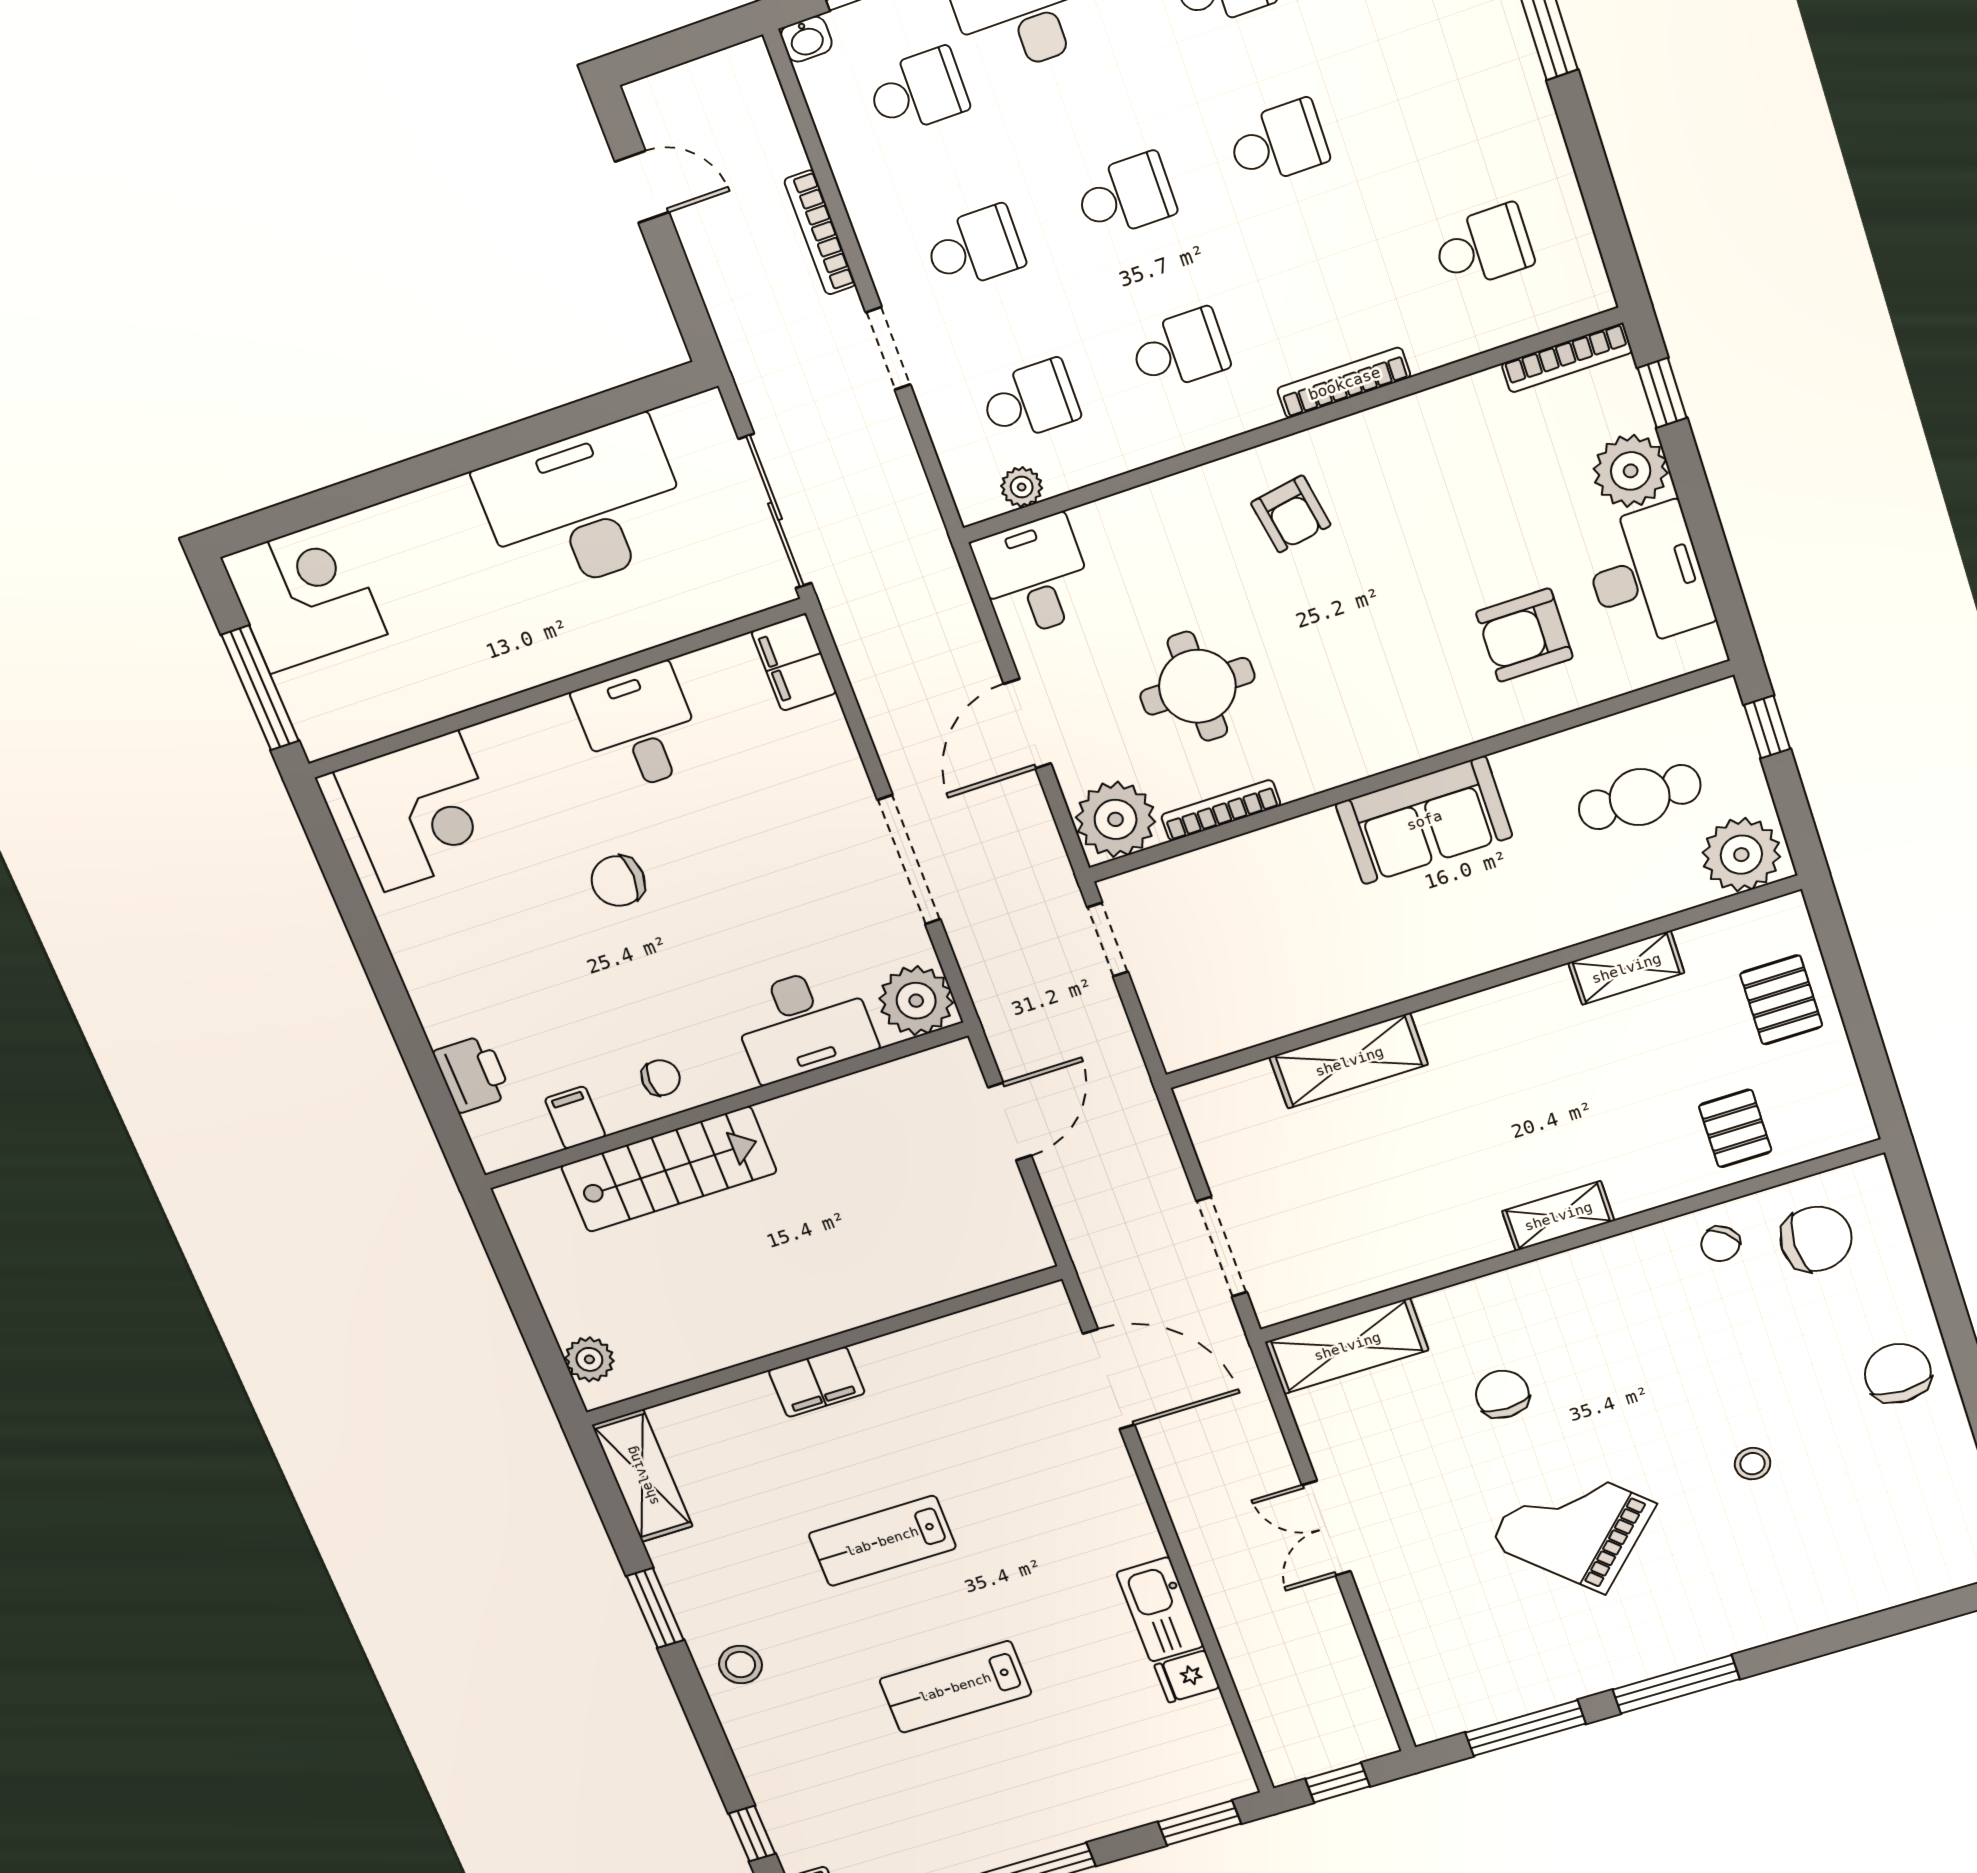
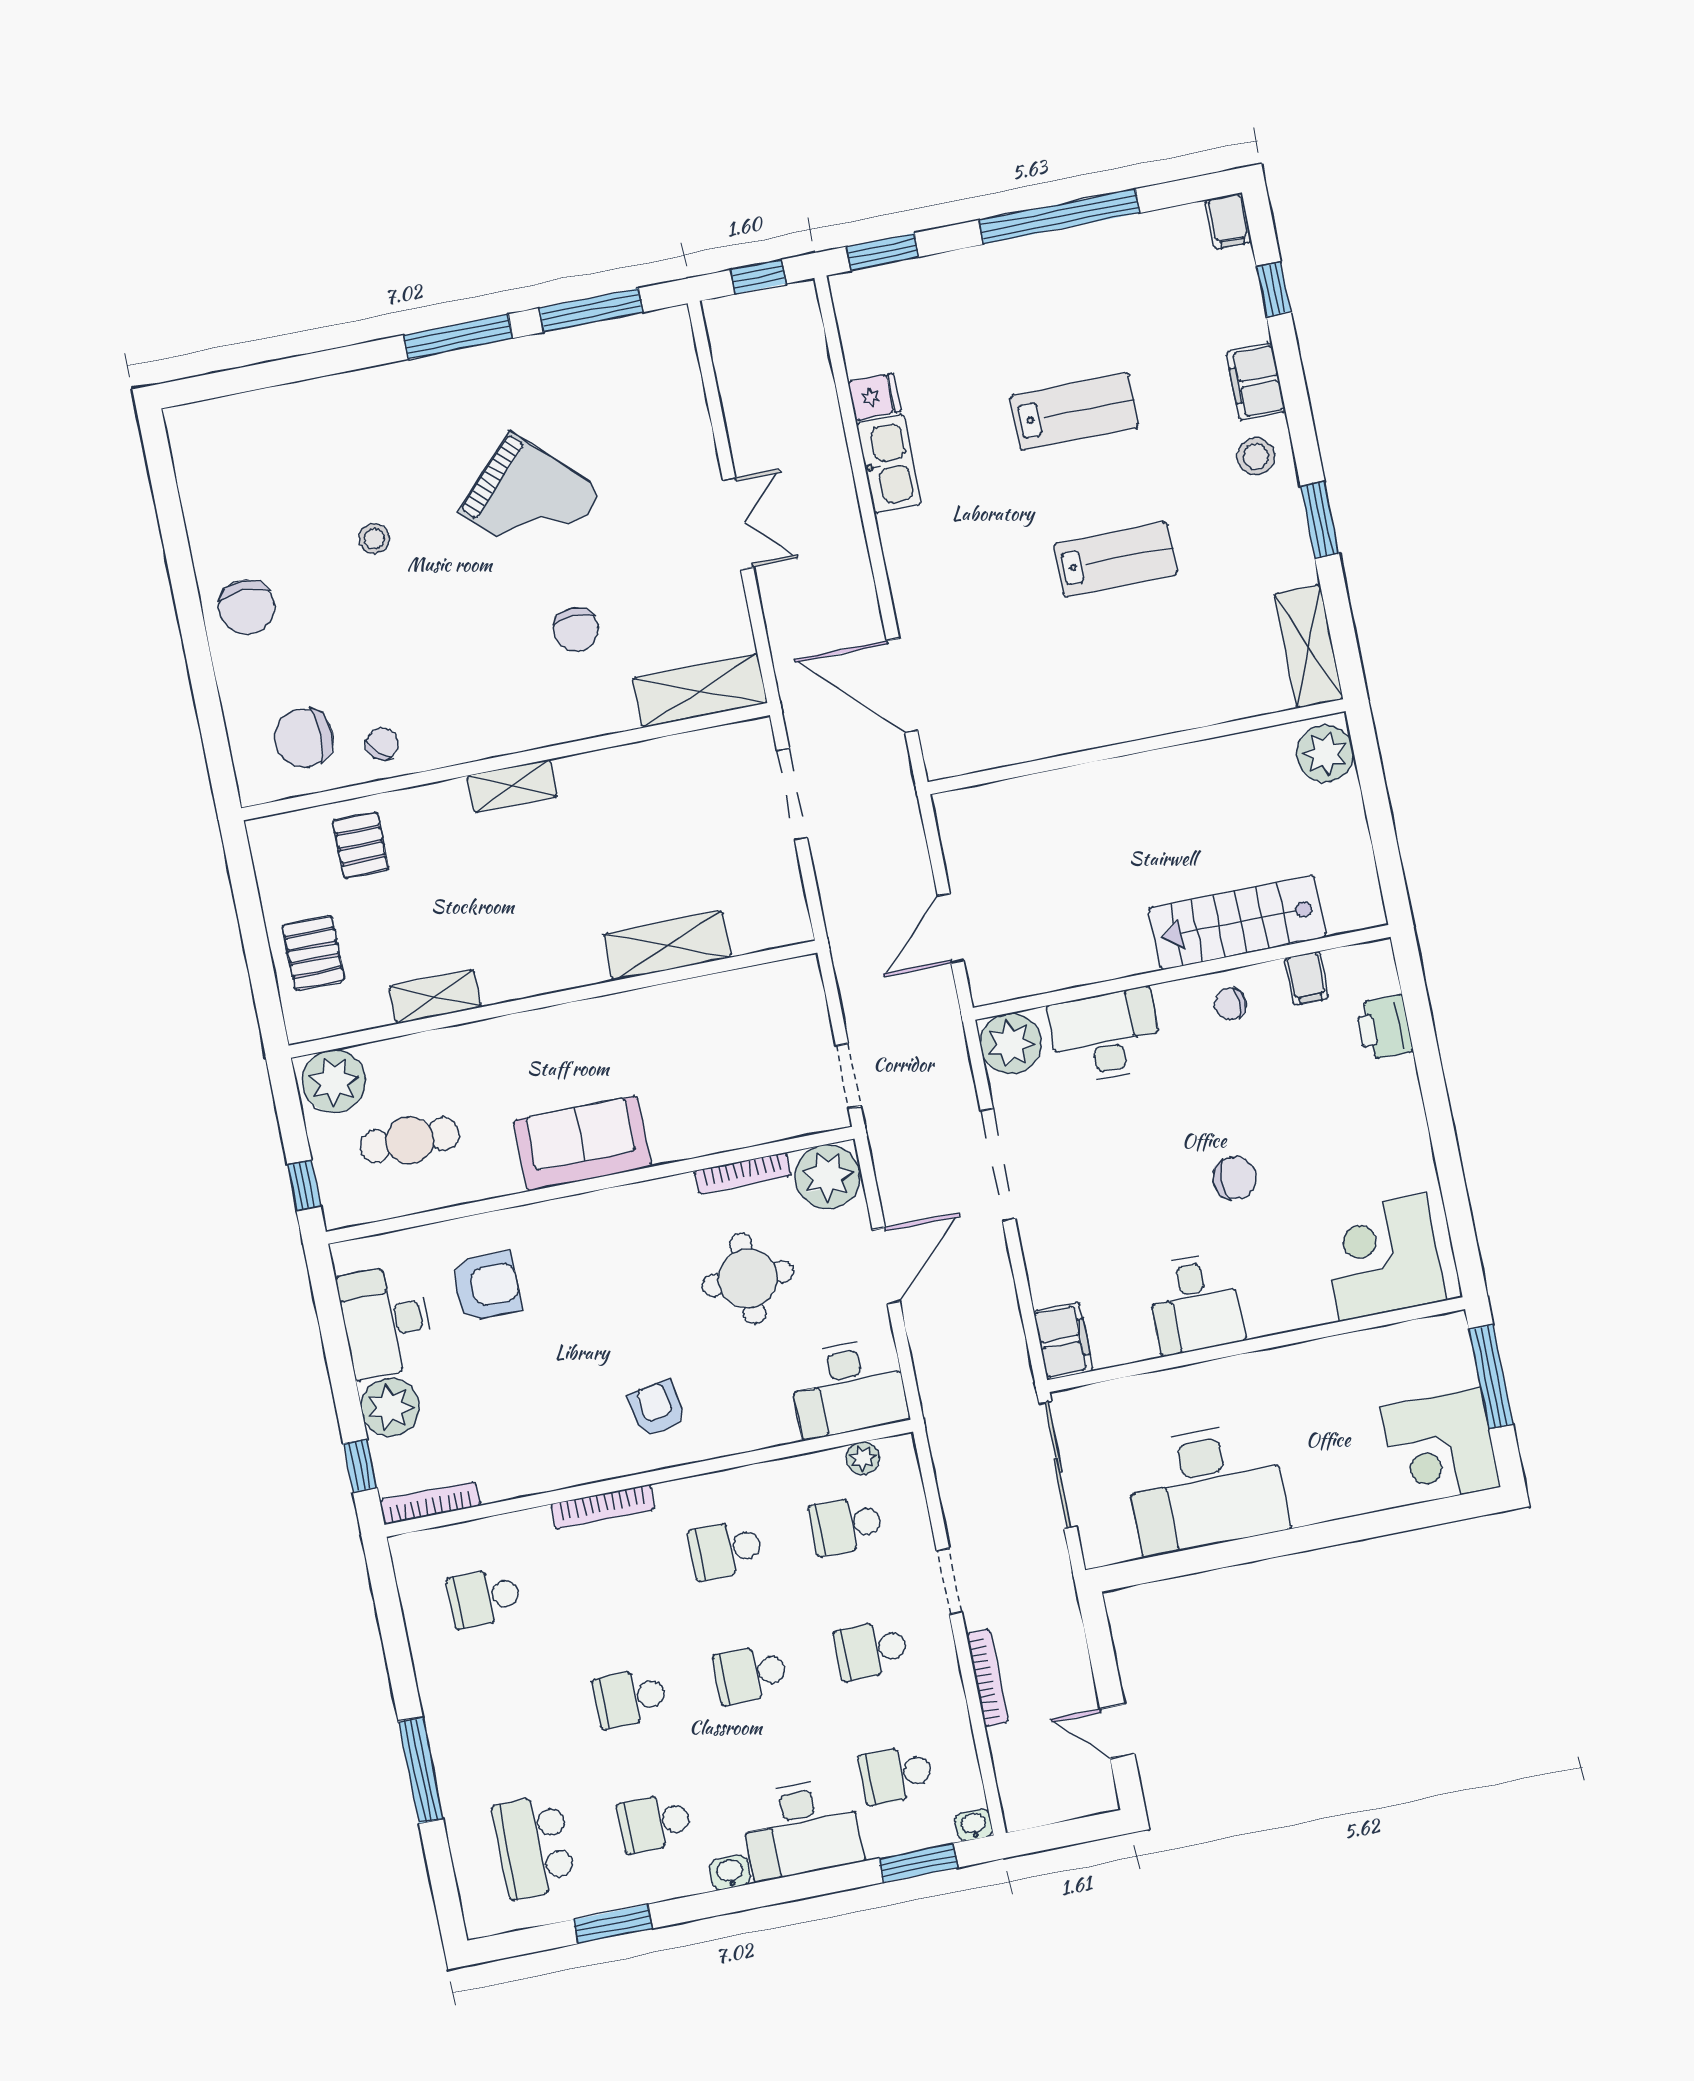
desk: (1035, 576) -> (848, 1388), width x1.37
plant: (589, 1359) -> (1325, 754), width x1.36, depth x1.36
filing cabinet: (817, 1382) -> (1256, 382), moved, turned -90

